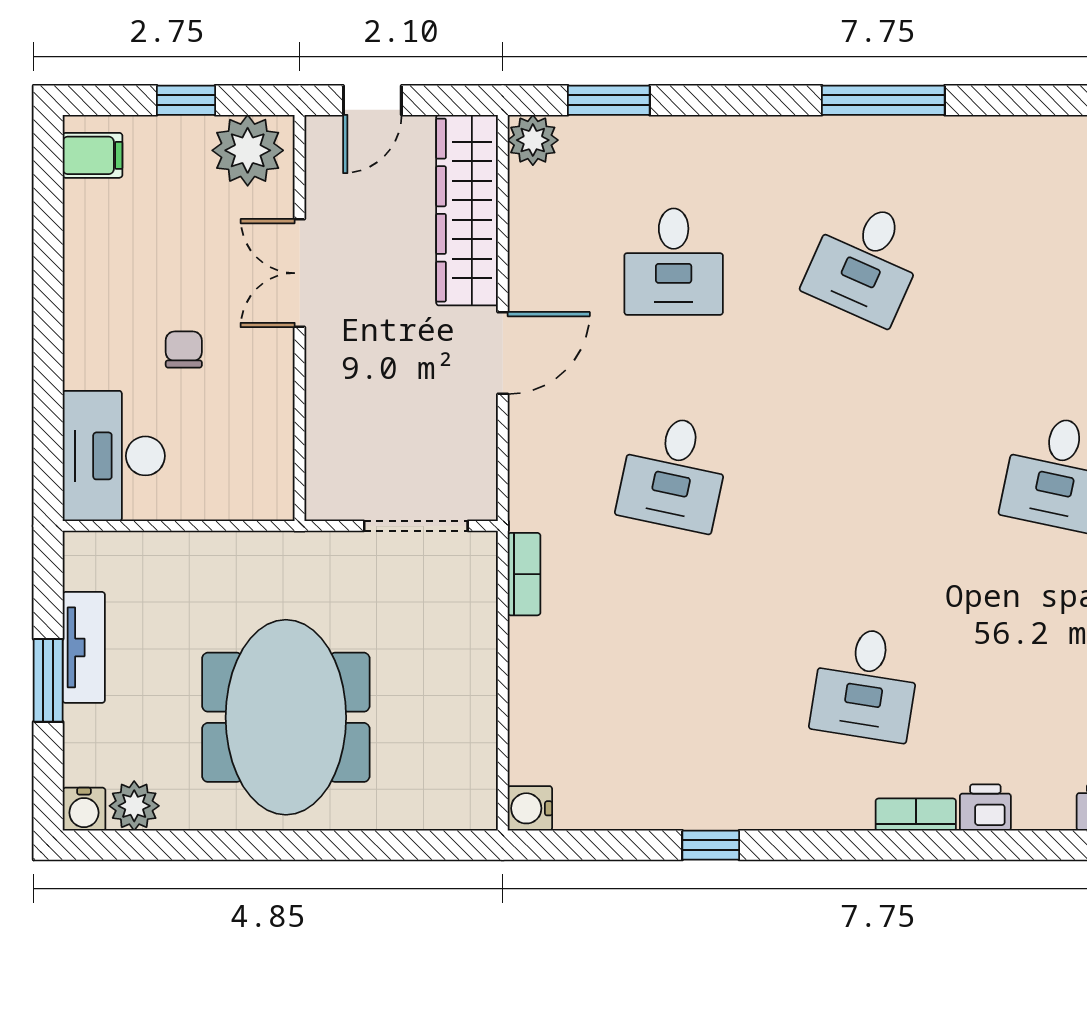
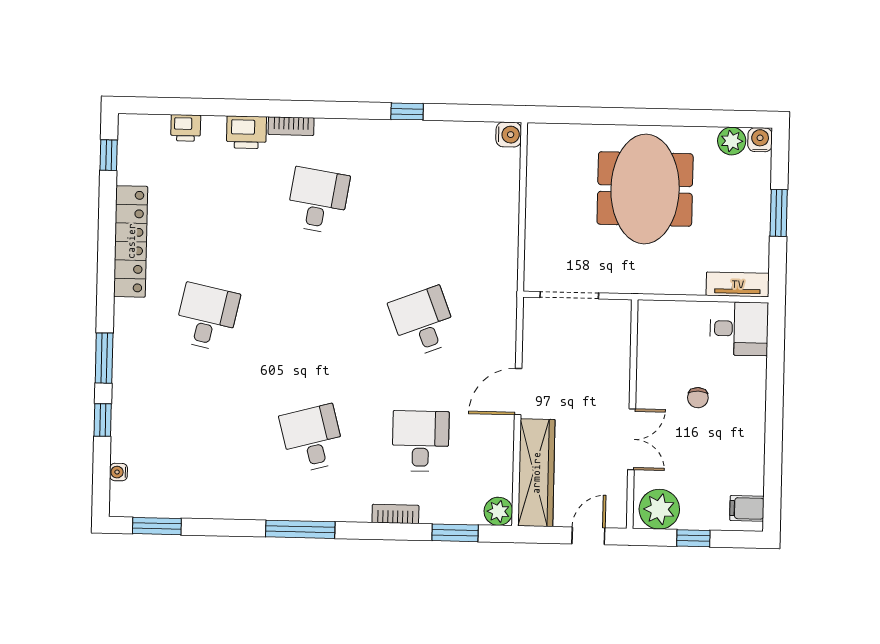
desk: (865, 262) -> (312, 439), turned -39
desk: (114, 456) -> (739, 329), width x0.73
desk: (674, 473) -> (423, 322), turned -33
bookcase: (524, 574) -> (395, 514), moved, turned 90
tv unit: (84, 647) -> (738, 284), moved, turned 90
printer: (985, 807) -> (246, 132), width x1.36, depth x1.24

